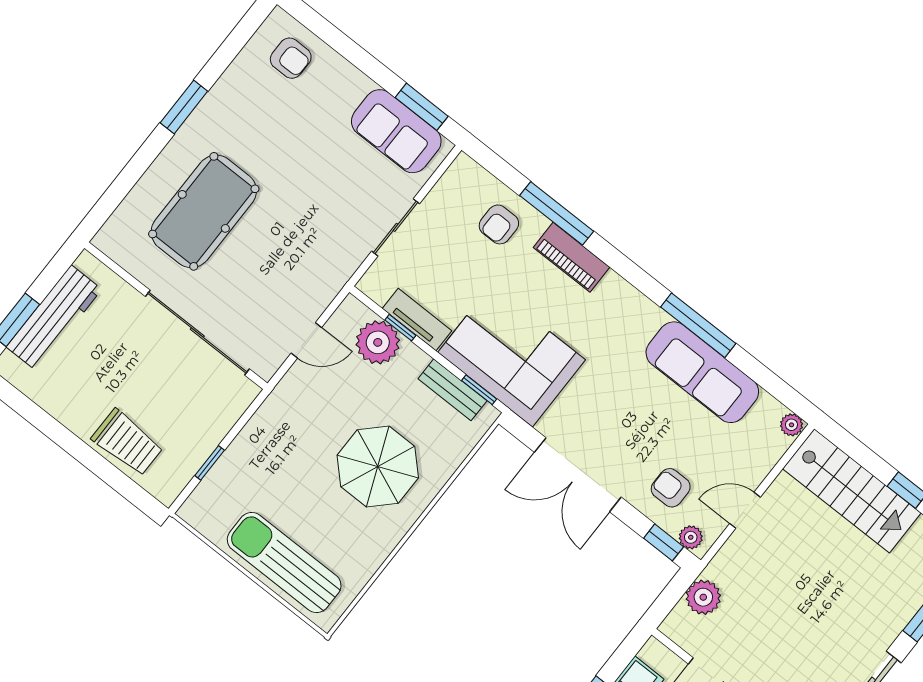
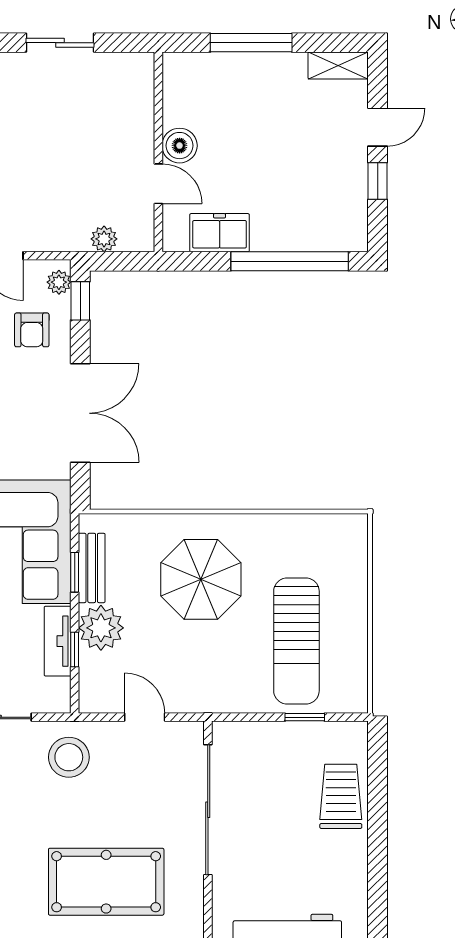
stool: (322, 258) -> (69, 757), added
plant: (378, 342) -> (101, 628), moved
window: (479, 390) -> (75, 572), moved
sun lounger: (284, 563) -> (296, 641), moved
plant: (703, 597) -> (104, 239), width x0.73, depth x0.73

